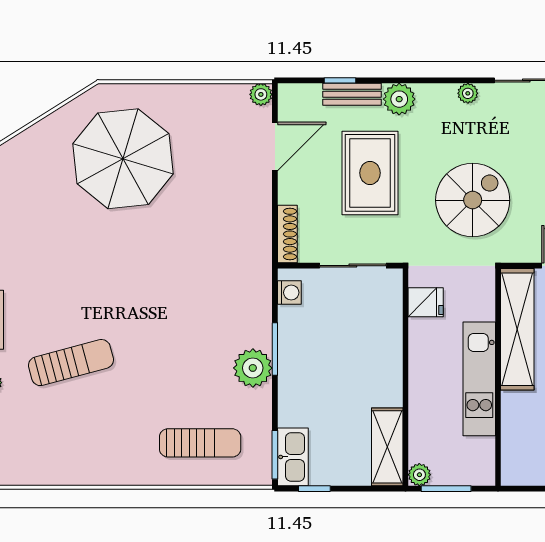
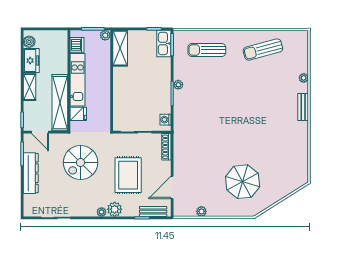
plant: (468, 93) -> (102, 212), moved
plant: (261, 94) -> (201, 211), moved
bench: (352, 94) -> (153, 211), moved
parasol: (123, 159) -> (243, 182), width x0.73, depth x0.73
fridge: (426, 302) -> (78, 114), moved, turned 180
sun lounger: (71, 363) -> (263, 50), moved
plant: (253, 368) -> (178, 85), width x0.53, depth x0.53
dishwasher: (480, 454) -> (77, 45), added

